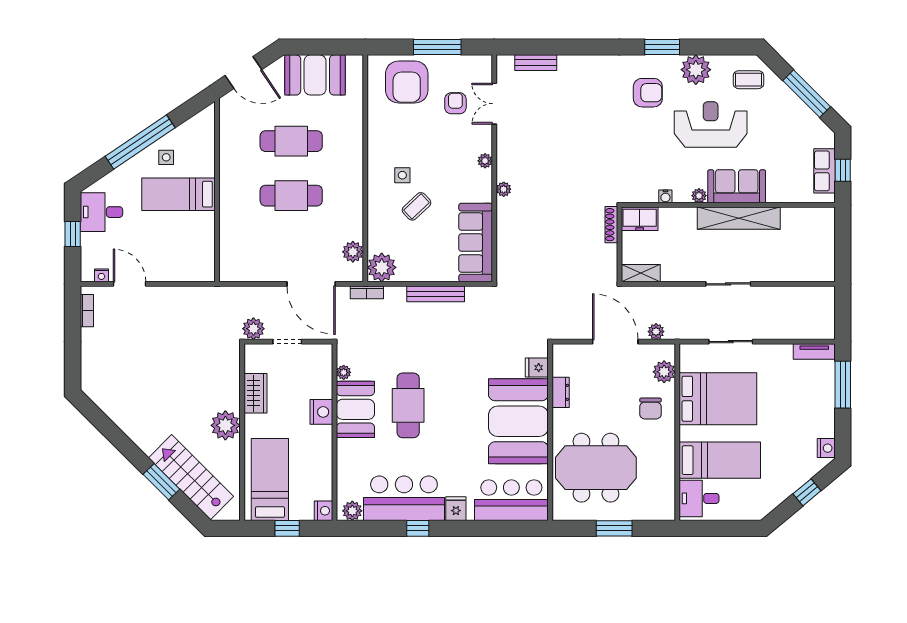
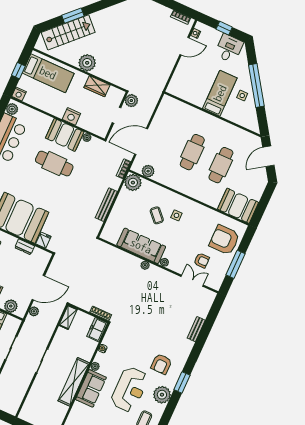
bench: (536, 63) -> (196, 329), moved
booth: (315, 75) -> (238, 206), moved, turned 90
sofa: (476, 243) -> (141, 246), moved

